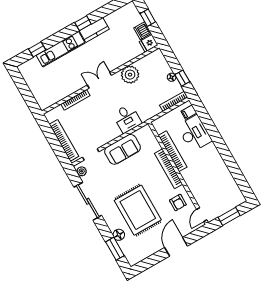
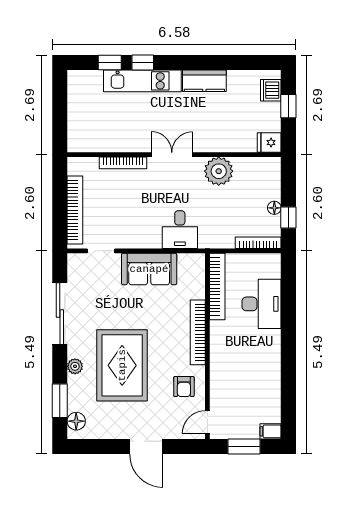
window: (83, 23) -> (143, 63), moved
dishwasher: (143, 31) -> (271, 90), moved
filing cabinet: (189, 112) -> (271, 431), moved
bookcase: (173, 151) -> (217, 286), moved
plant: (82, 171) -> (75, 366), moved
floor lamp: (119, 235) -> (76, 421), moved
door: (176, 247) -> (146, 447), swing flipped

